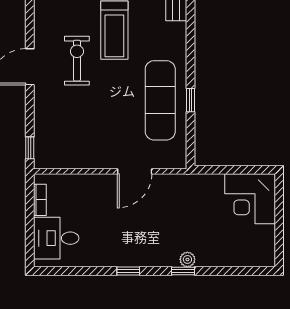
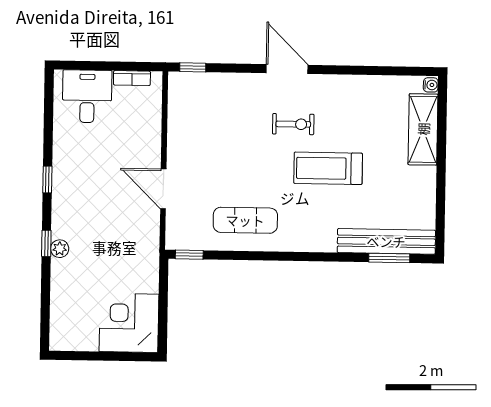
exercise bike: (77, 61) -> (293, 124), width x0.73, depth x0.72
exercise mat: (160, 100) -> (245, 220), width x0.73, depth x0.69
window: (191, 100) -> (189, 255), moved

